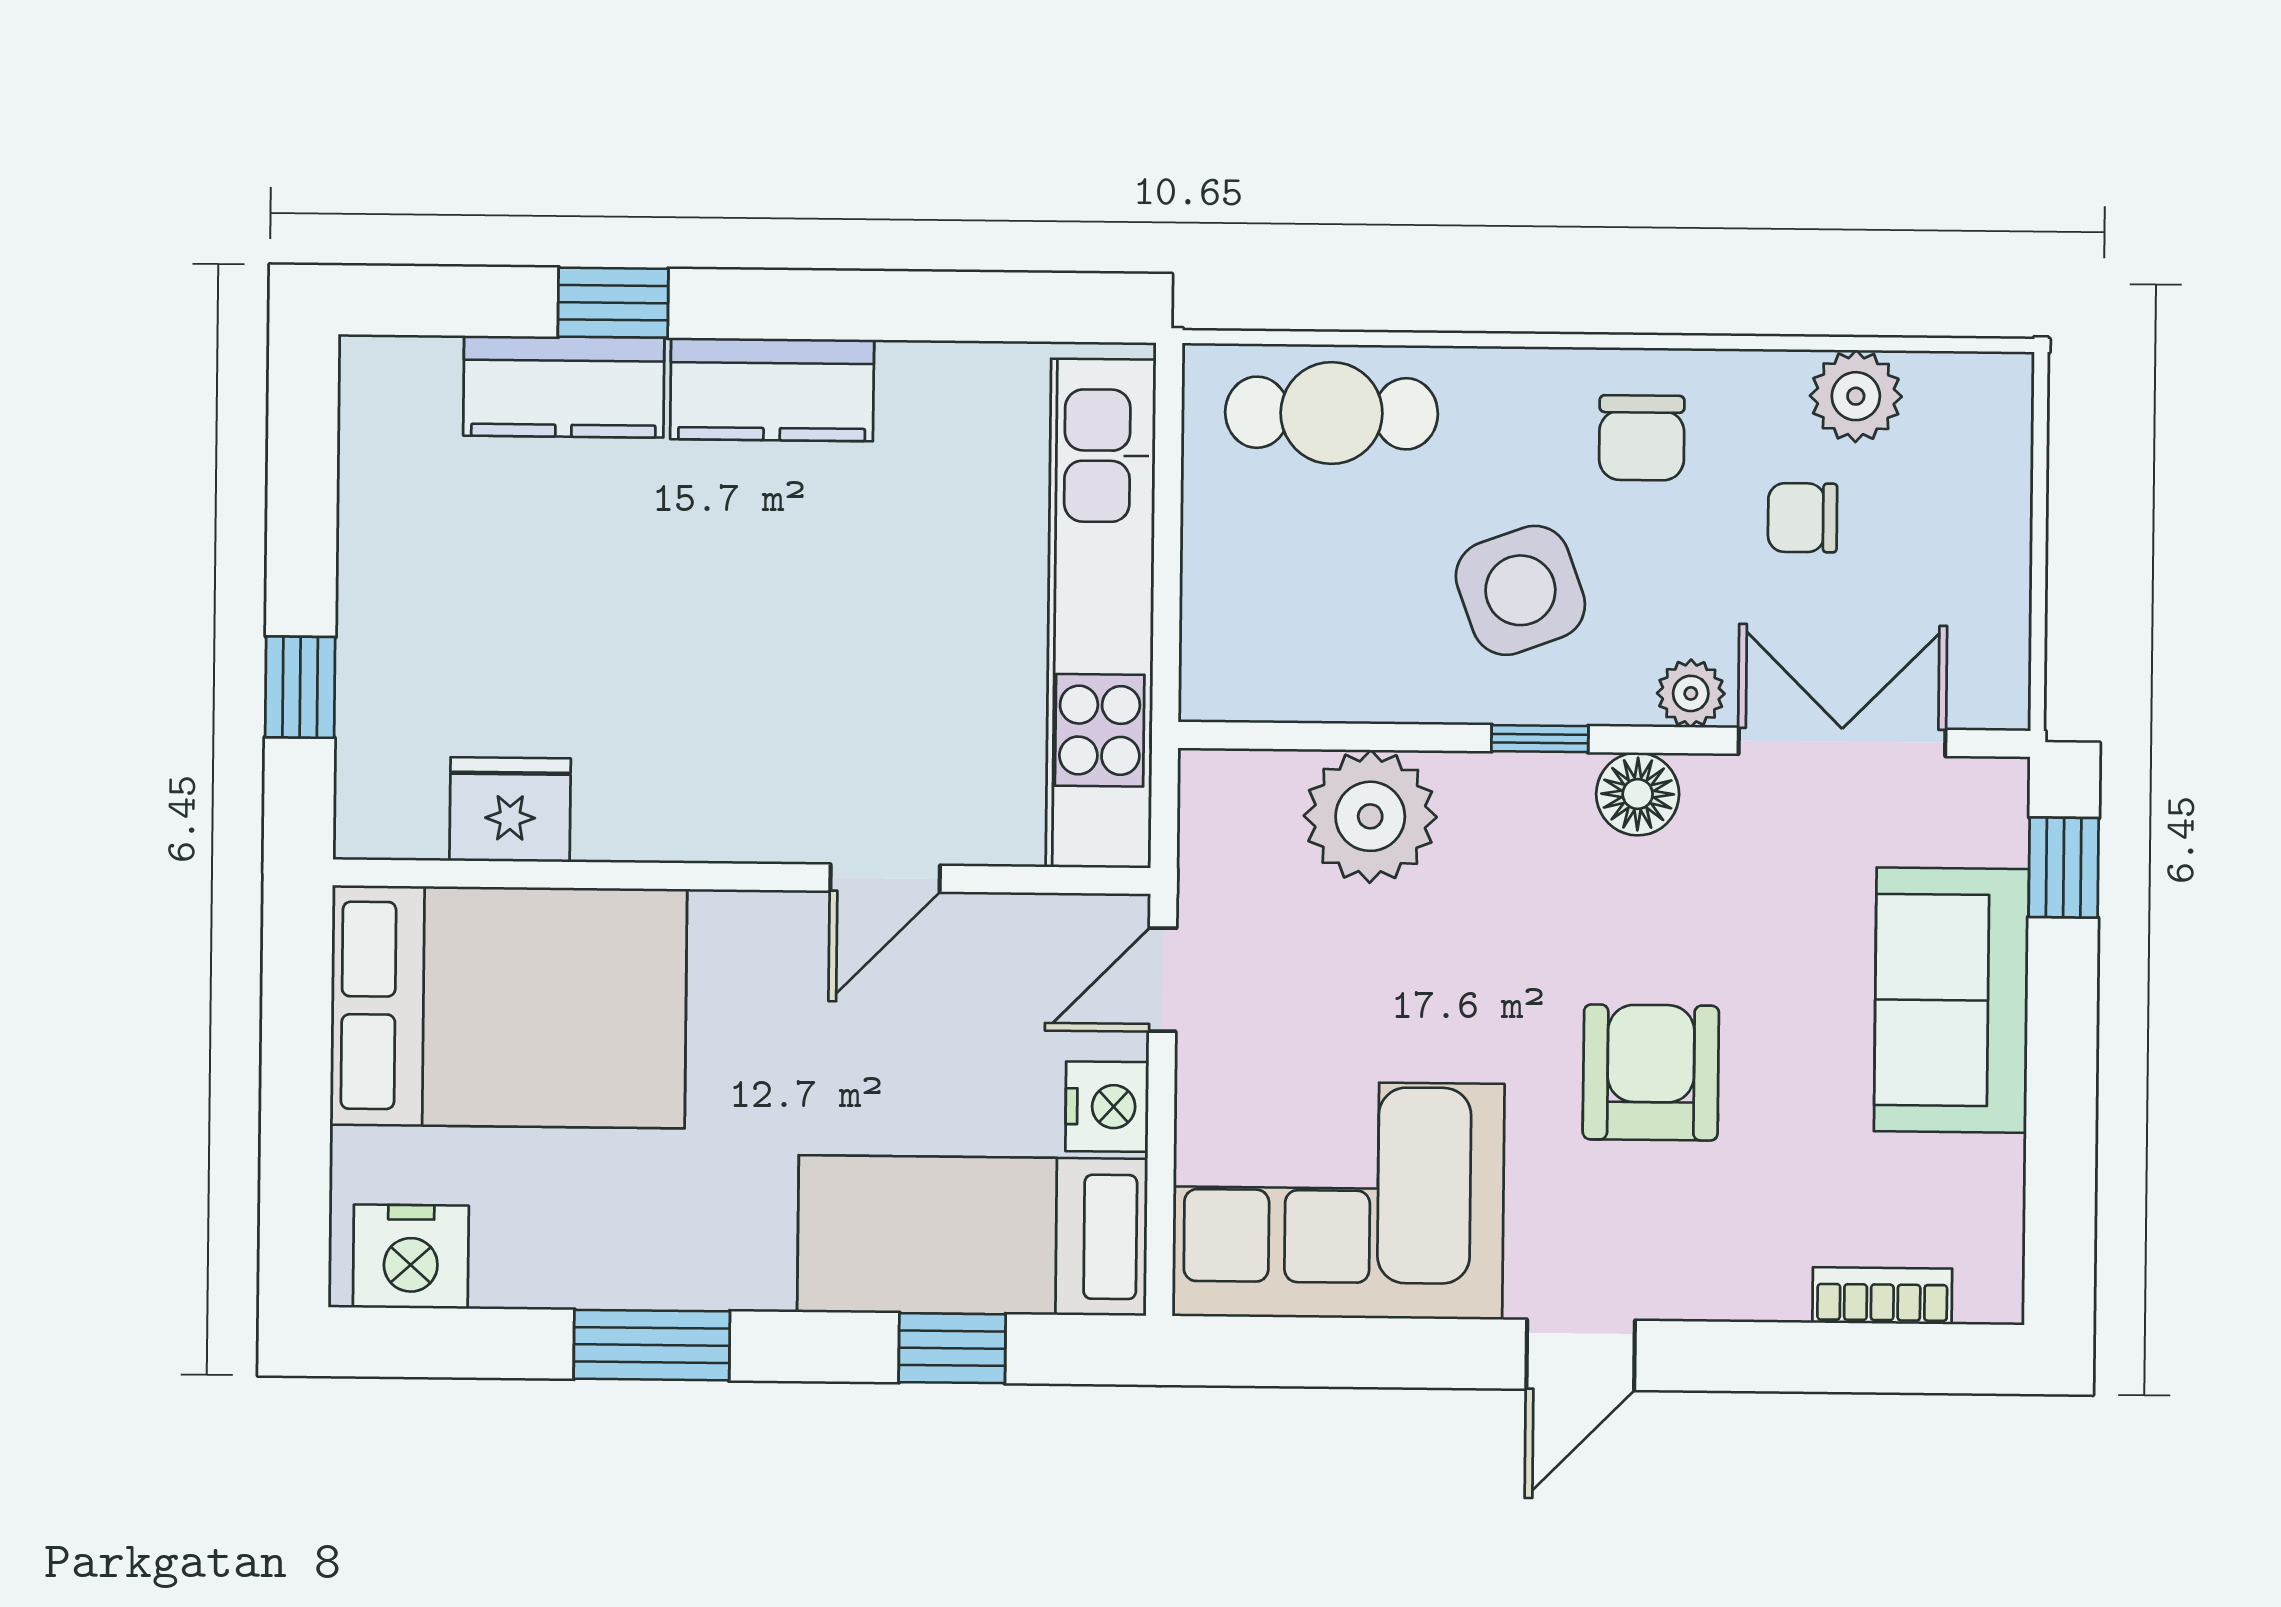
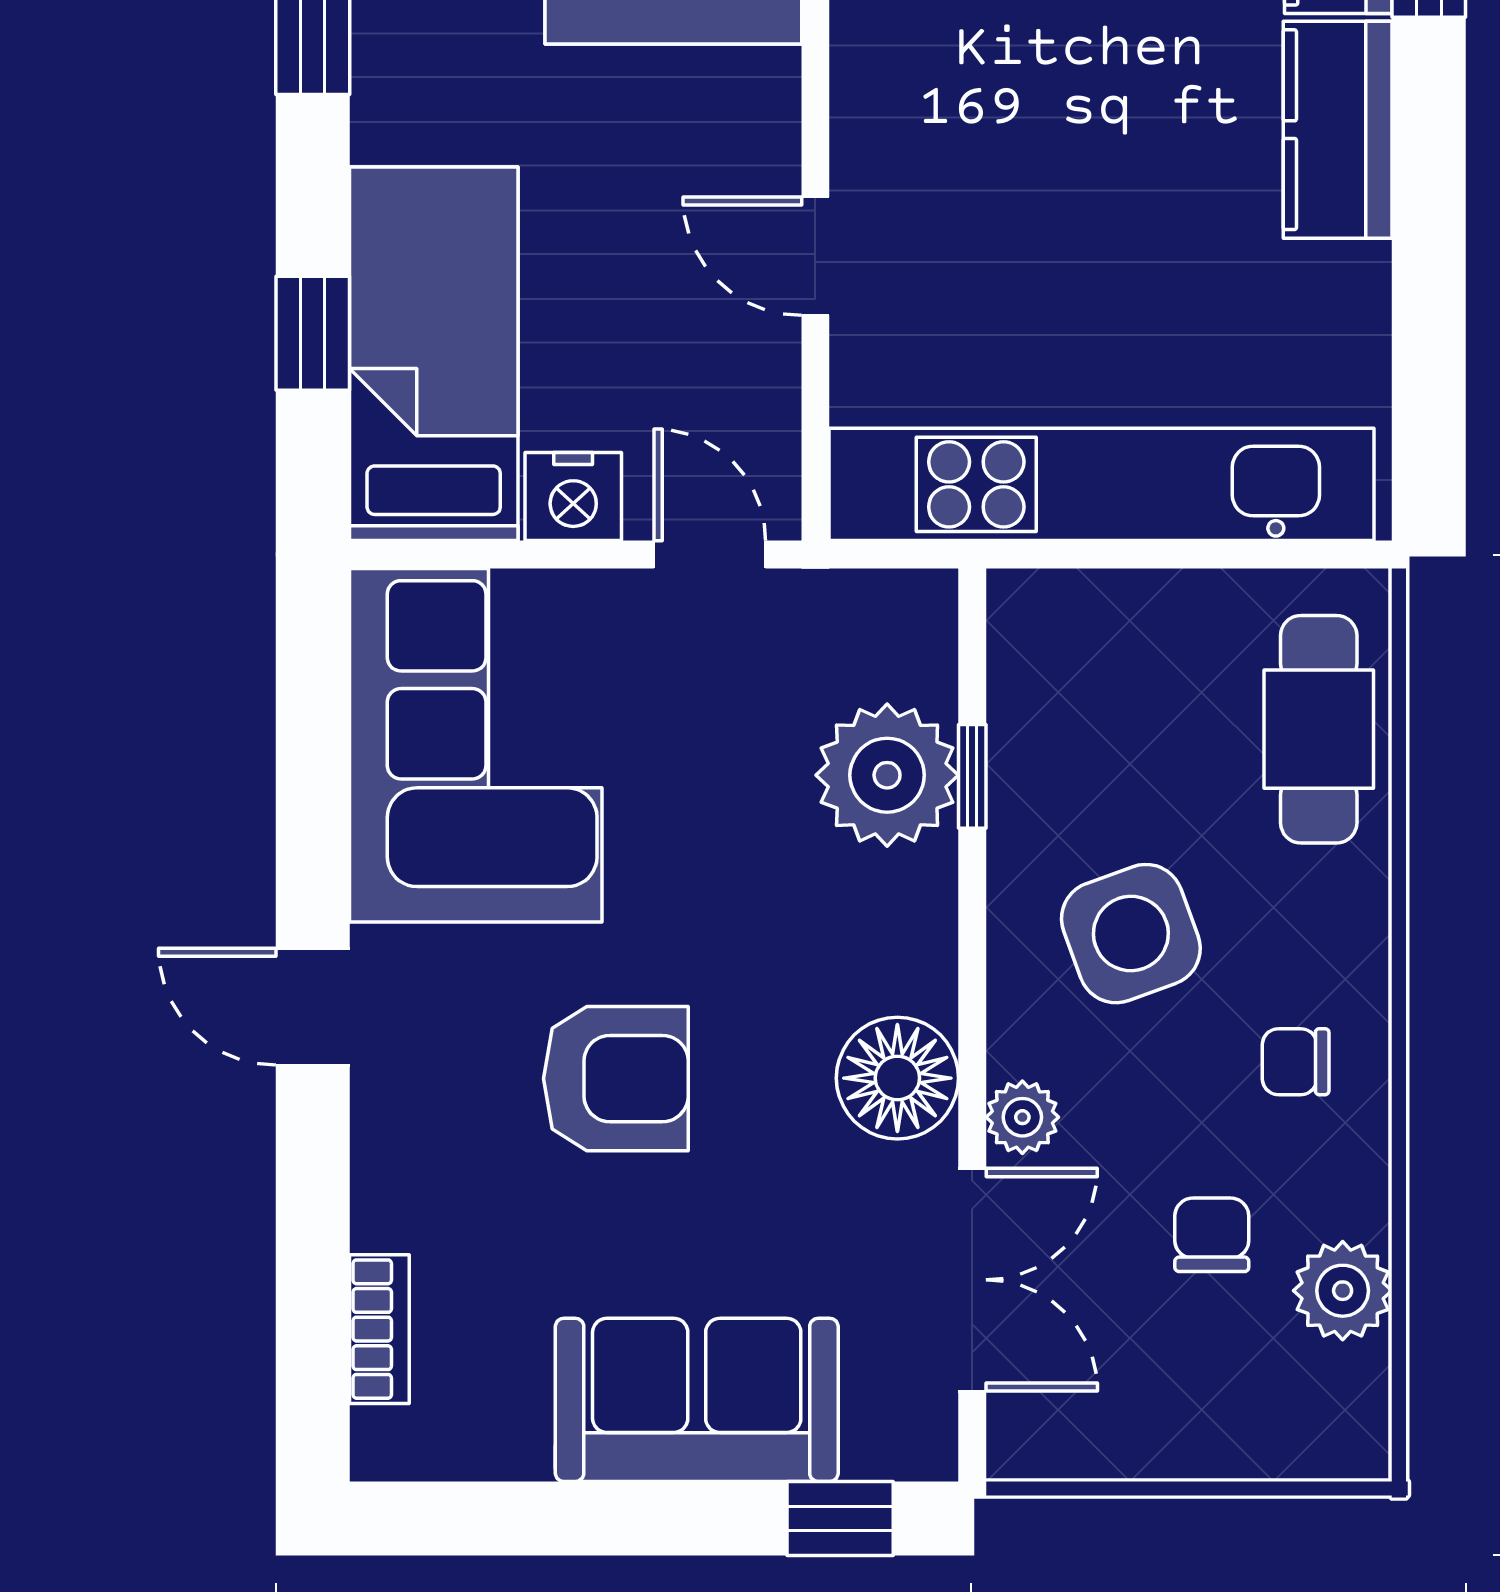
chair: (1642, 438) -> (1296, 1062), width x0.73, depth x0.73
window: (1540, 739) -> (972, 776), moved
floor lamp: (1638, 794) -> (897, 1078), width x1.38, depth x1.38

